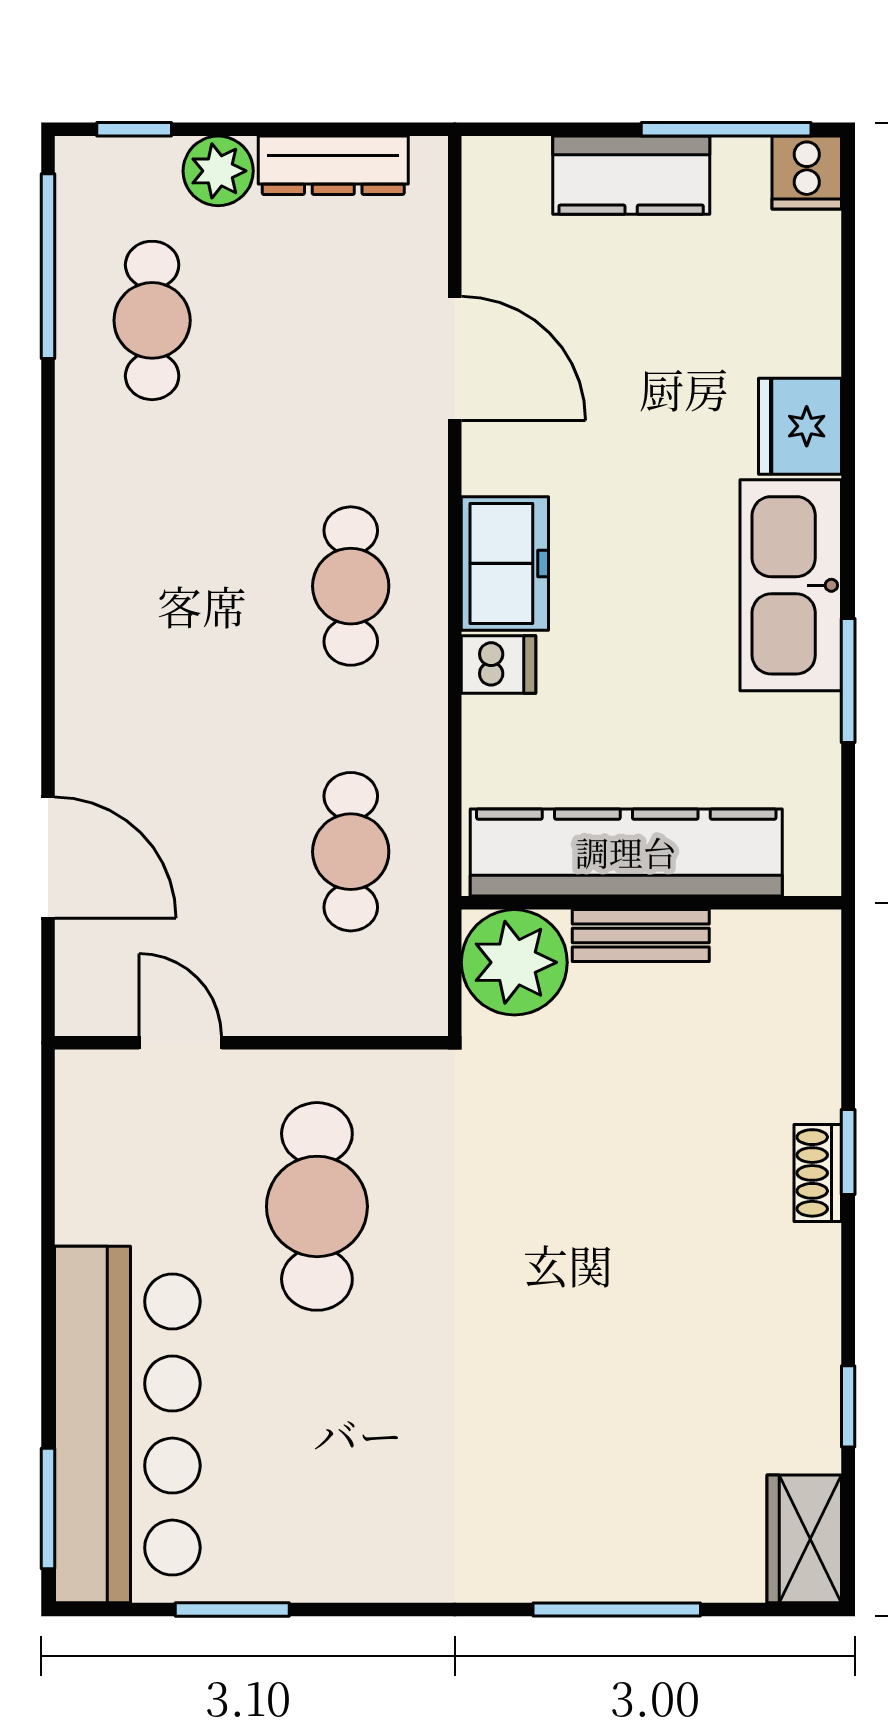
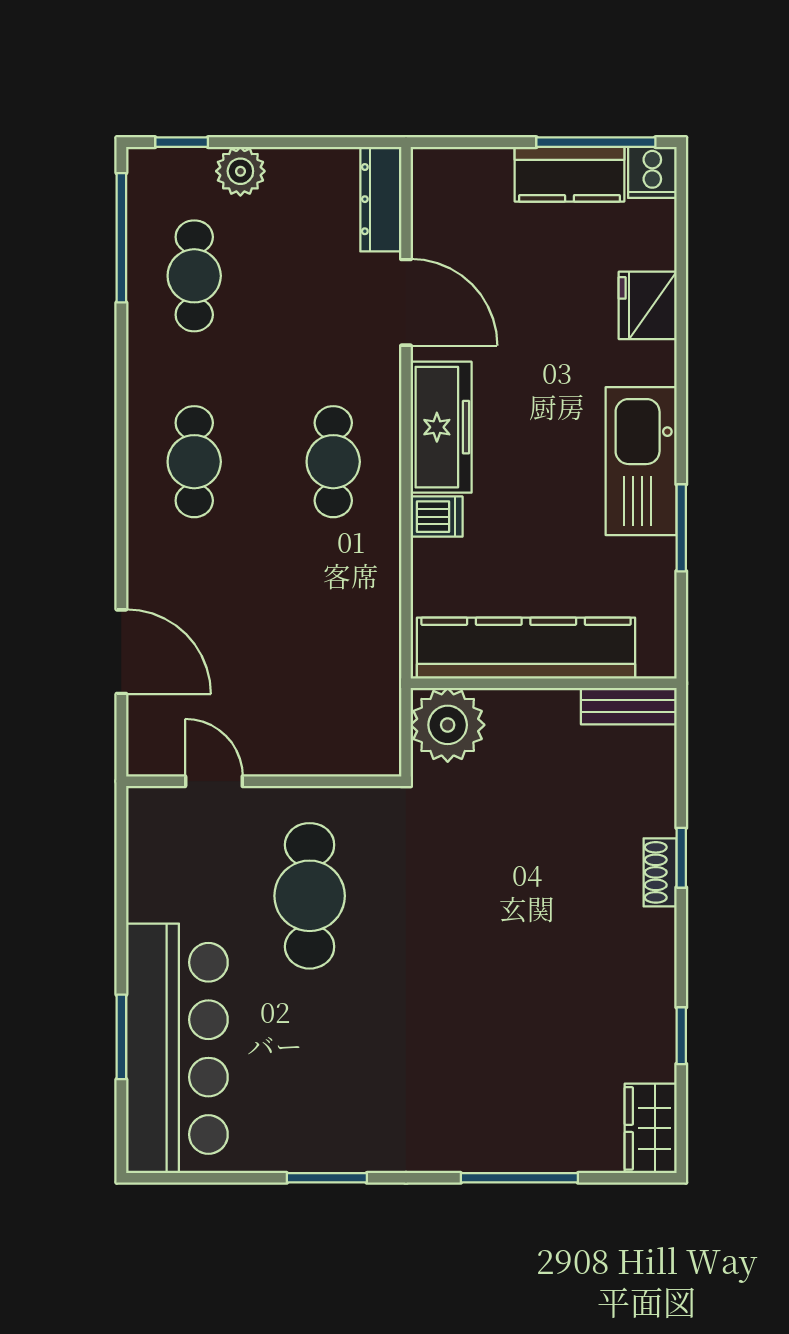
dresser: (333, 165) -> (381, 199), moved, turned 90
kitchen counter: (631, 175) -> (569, 174), moved
fridge: (800, 426) -> (648, 305), moved
freezer: (505, 563) -> (441, 427), width x1.40
cafe table: (351, 852) -> (194, 462), moved
bench: (641, 936) -> (629, 706), moved
window: (48, 1509) -> (121, 1037), moved
window: (232, 1610) -> (327, 1178), moved

